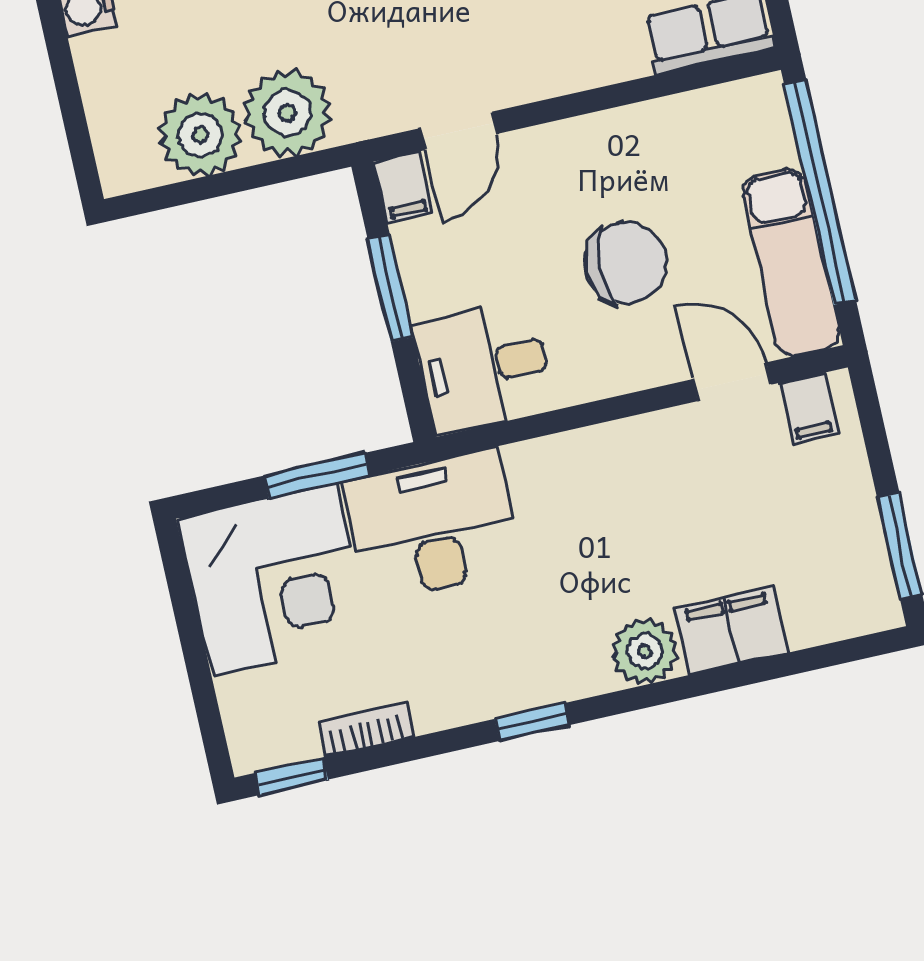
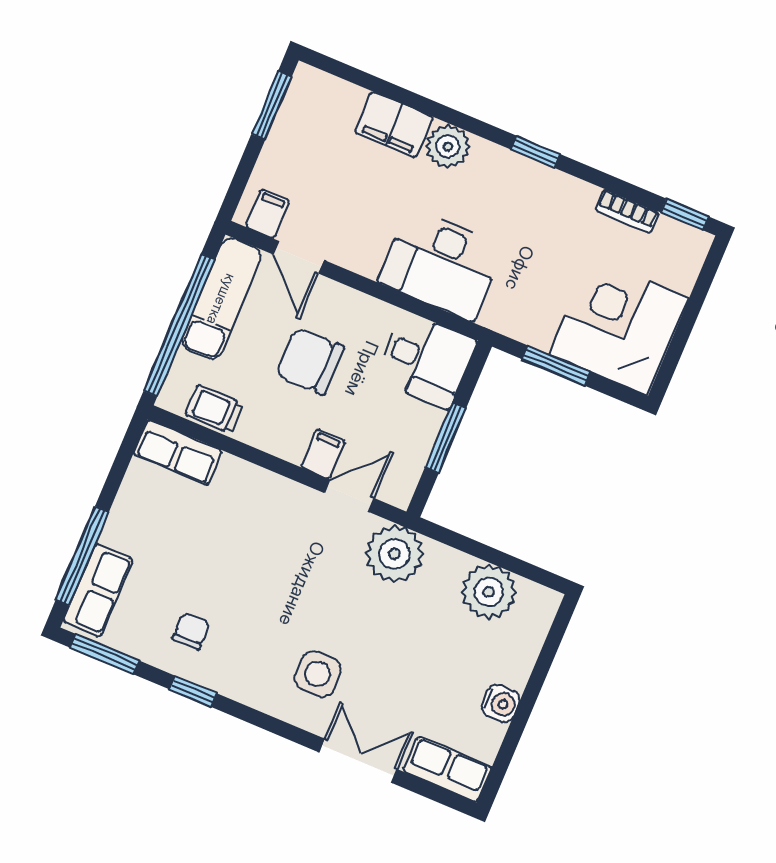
plant: (287, 113) -> (394, 554), moved
trolley: (702, 119) -> (214, 409), added
filing cabinet: (404, 187) -> (323, 454), moved
desk: (432, 525) -> (441, 264), moved

